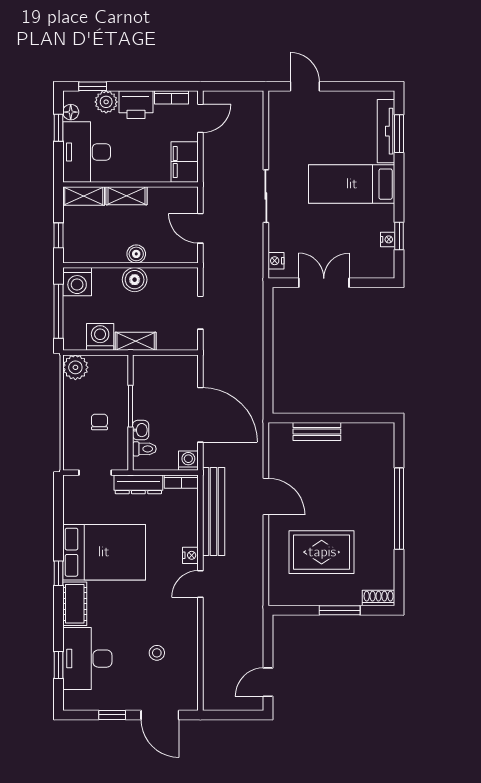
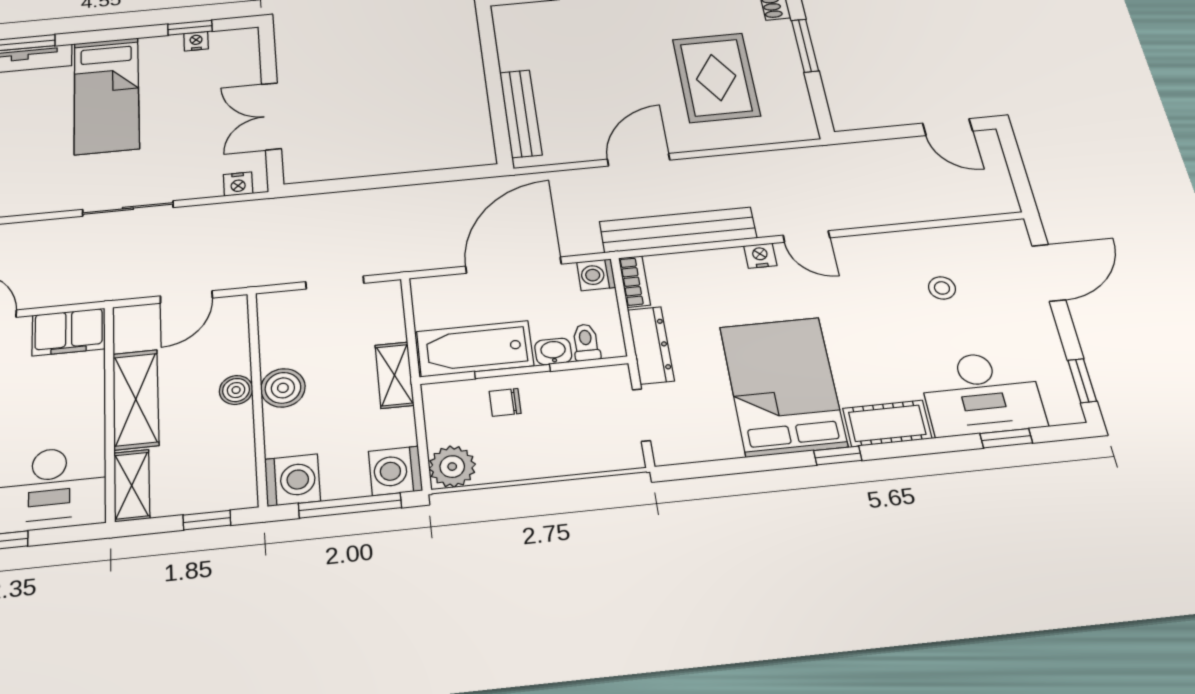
shelving: (126, 196) -> (136, 399), width x1.50, depth x1.33
washing machine: (100, 337) -> (395, 471), moved
bathtub: (147, 387) -> (475, 349), added
chair: (99, 422) -> (505, 402), moved
bench: (317, 431) -> (521, 113), width x1.36
window: (112, 715) -> (1082, 381), moved

